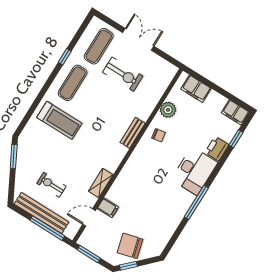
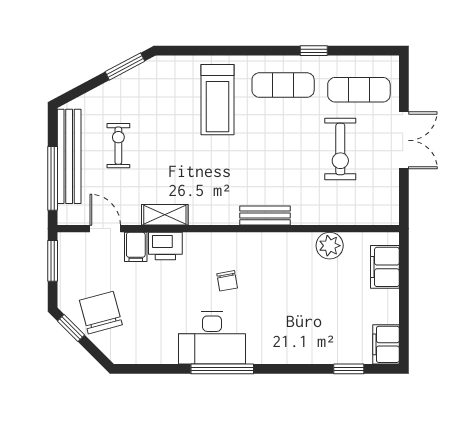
chair: (158, 135) -> (227, 281), moved
printer: (217, 149) -> (165, 246), moved, turned 180
desk: (194, 171) -> (212, 338), moved

